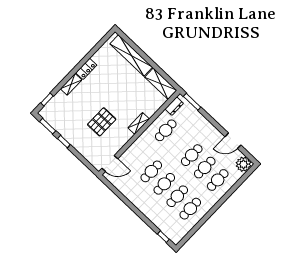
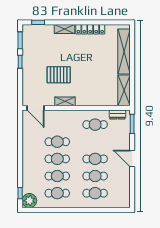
locker: (86, 69) -> (90, 29), width x1.53
shelving: (139, 123) -> (65, 101), moved
door: (233, 141) -> (132, 158), moved
plant: (243, 164) -> (29, 201), moved

